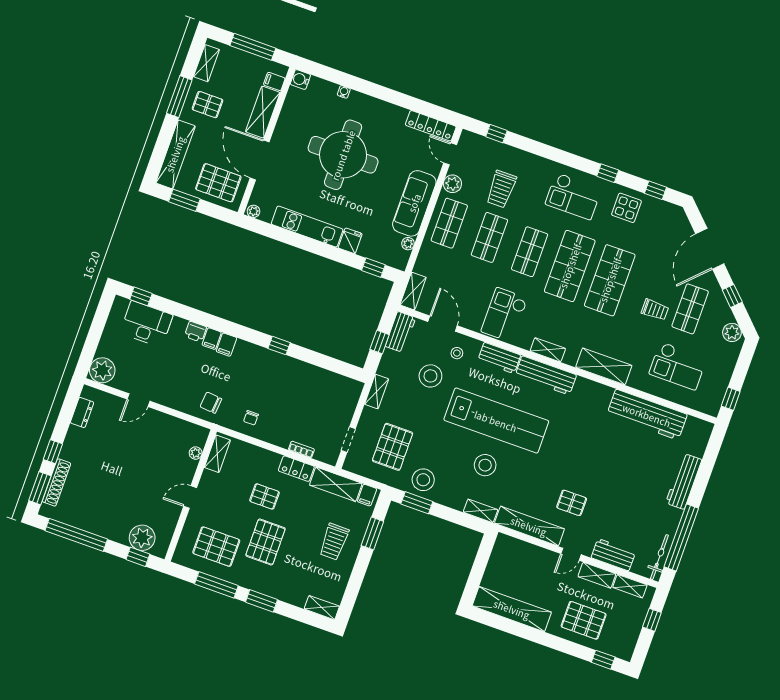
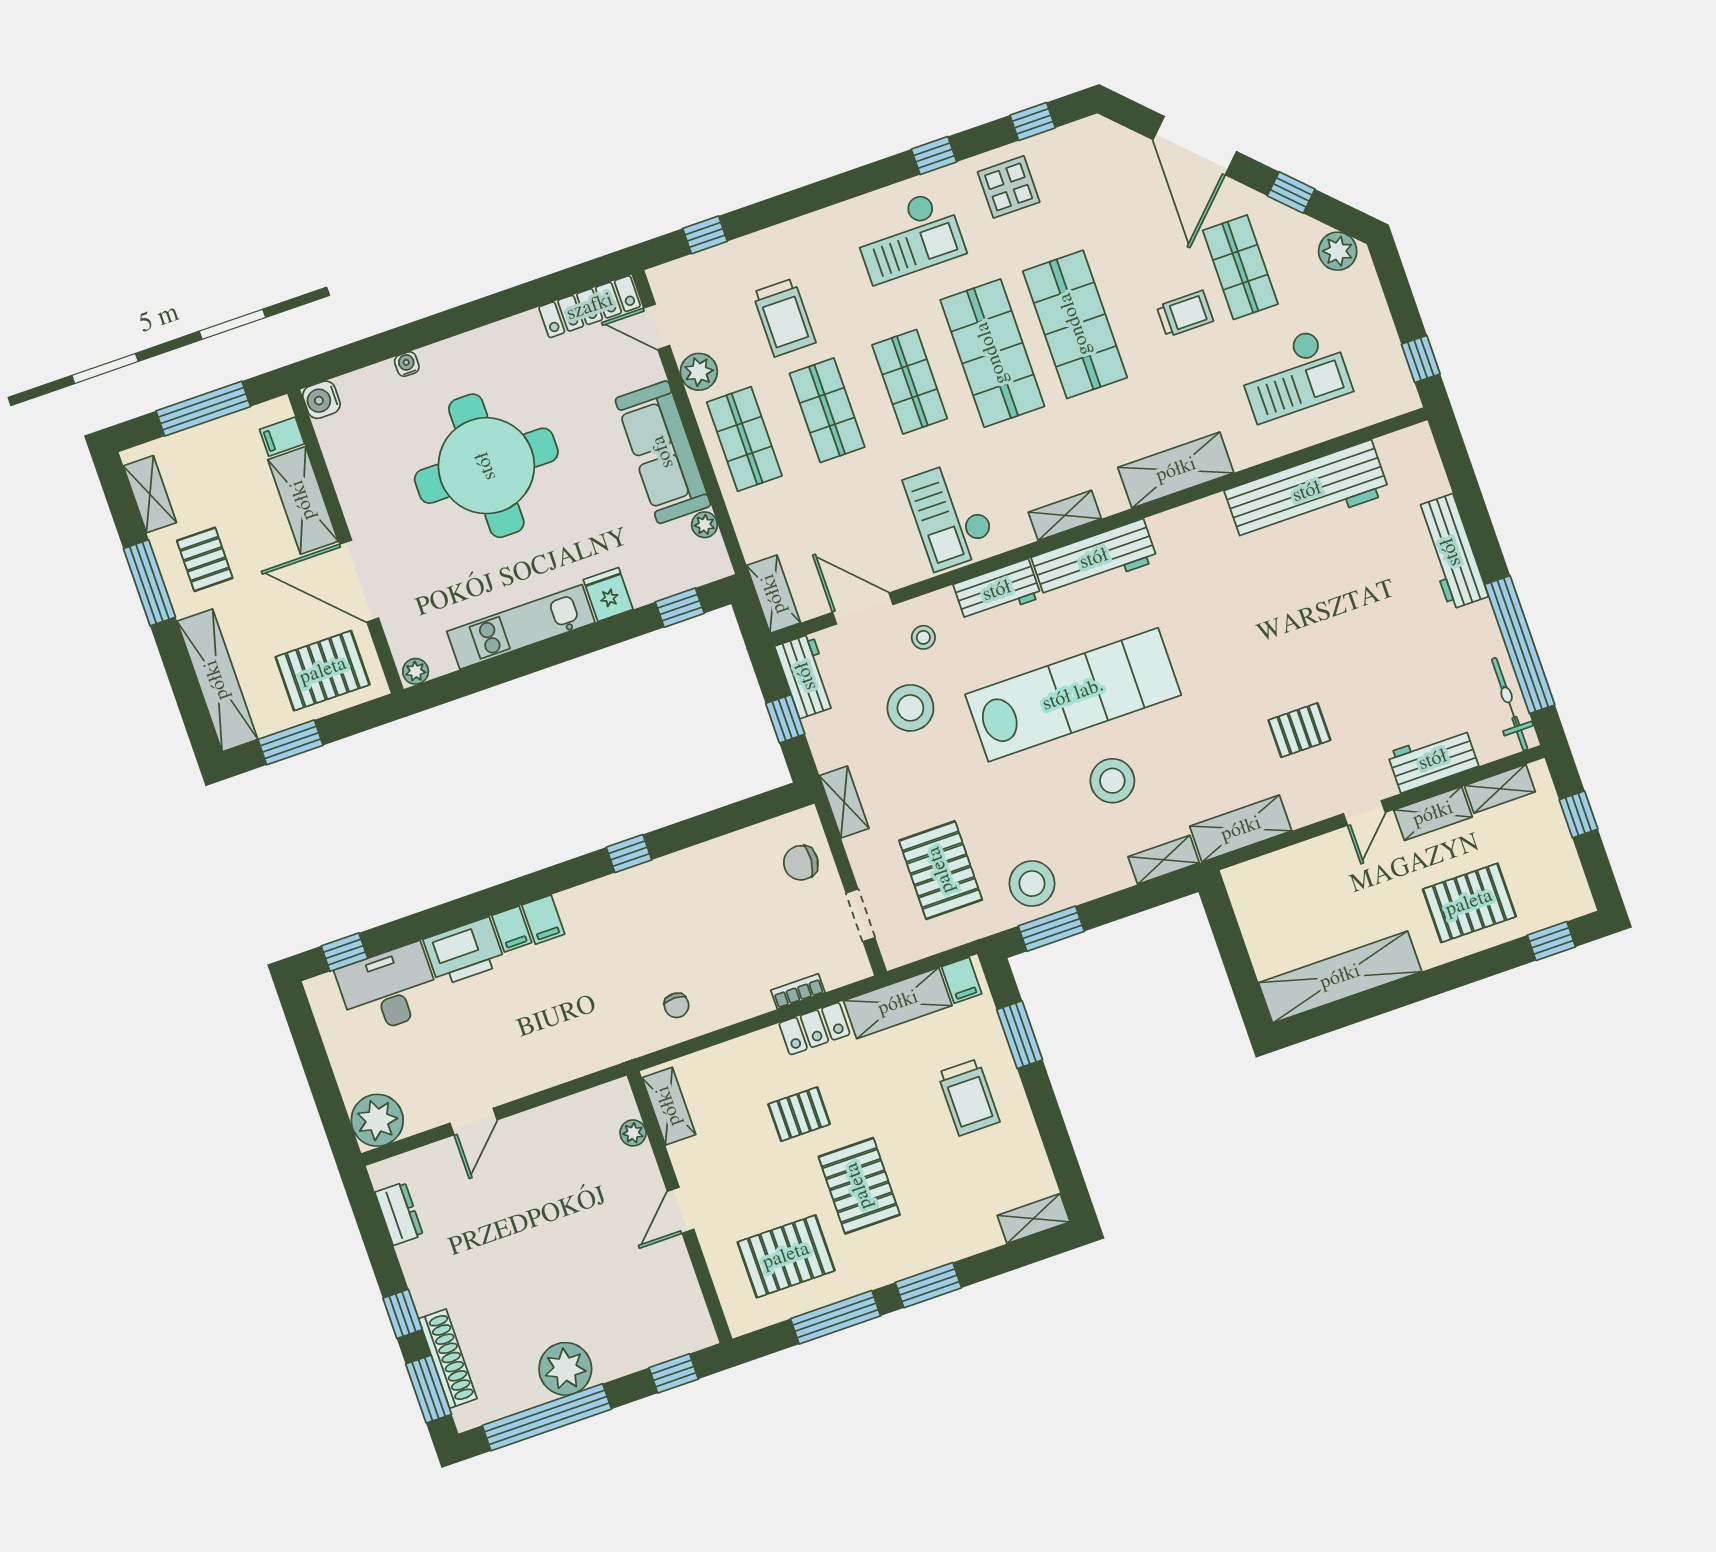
pallet: (207, 105) -> (205, 559), turned 90
printer: (195, 332) -> (464, 952), width x1.87, depth x1.48
chair: (211, 403) -> (801, 863), moved
shelving: (529, 526) -> (1241, 829), width x0.68
plant: (142, 538) -> (565, 1369), moved

